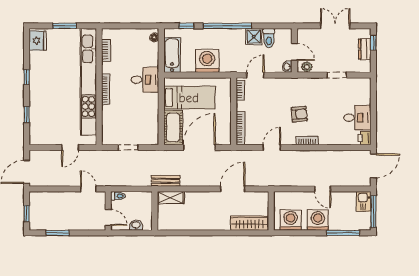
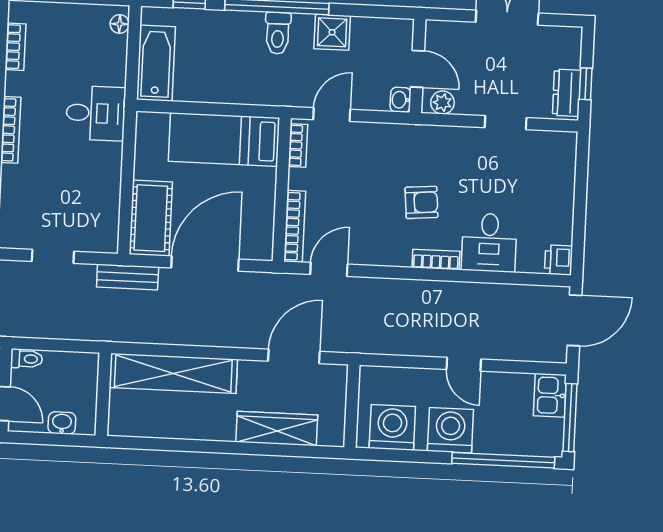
toilet: (269, 38) -> (278, 33), moved
window: (373, 43) -> (586, 84), moved
dresser: (365, 49) -> (567, 93), moved
washing machine: (207, 61) -> (230, 80), removed
bed: (189, 98) -> (224, 140), moved, turned 180
desk: (357, 118) -> (489, 243), moved, turned 90
door: (272, 148) -> (329, 269), moved
bench: (166, 181) -> (128, 277), moved
door: (233, 189) -> (294, 356), moved
shelving: (171, 198) -> (173, 373), width x2.20, depth x1.33
wardrobe: (249, 223) -> (277, 428), moved
window: (343, 233) -> (503, 460), width x1.46

